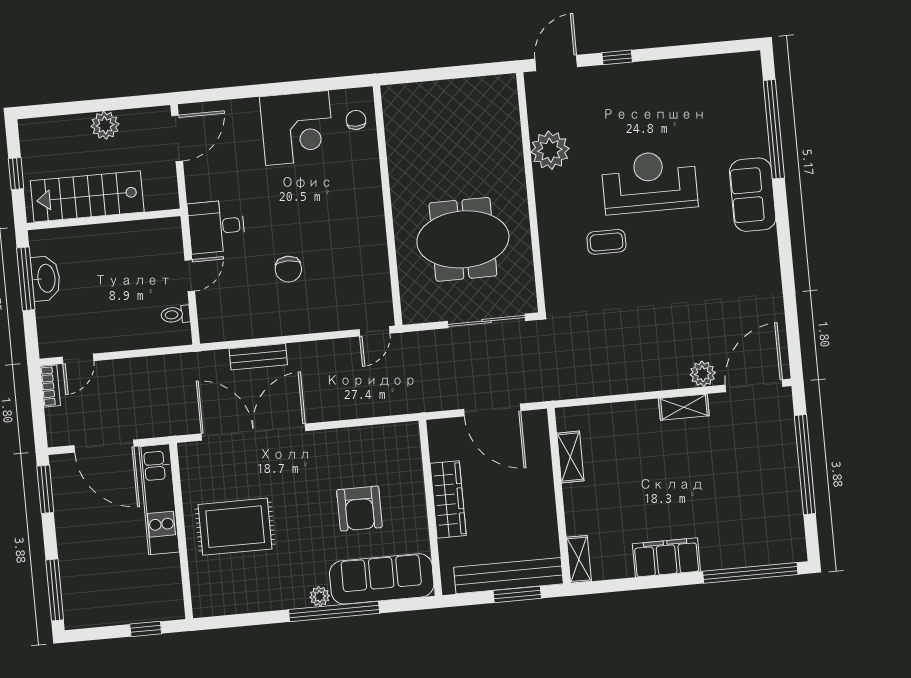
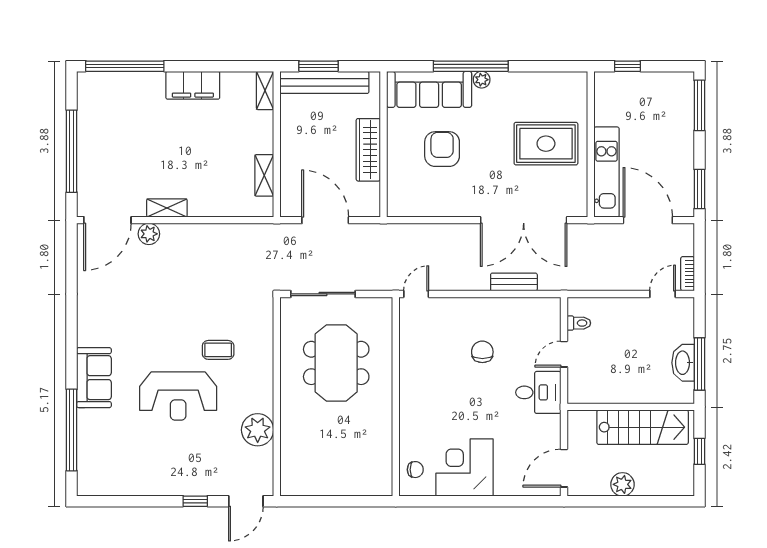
chair: (356, 120) -> (415, 470), turned -90
meeting table: (463, 239) -> (336, 363), turned 90

